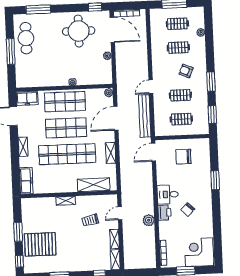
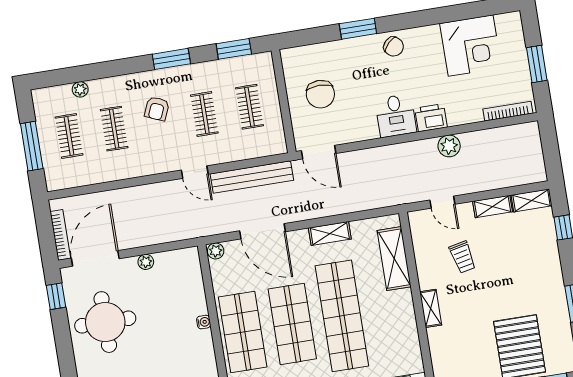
chair: (188, 209) -> (394, 47), moved
corner desk: (199, 252) -> (471, 46), moved, turned -90

